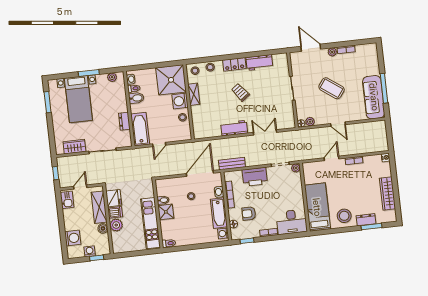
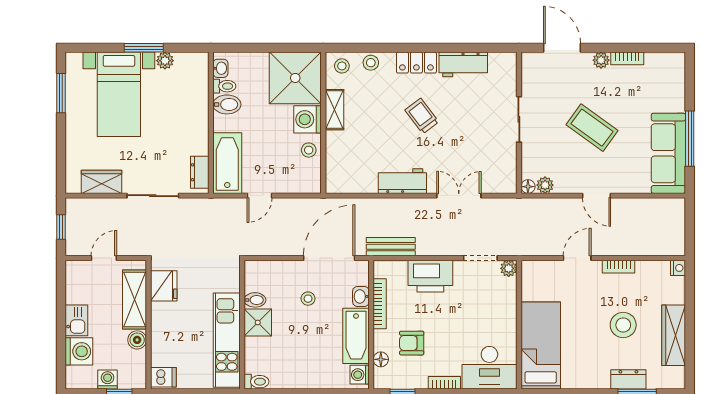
plant: (112, 77) -> (165, 61), moved
dresser: (124, 121) -> (200, 172), moved
kitchen sink: (67, 200) -> (76, 320), moved
dishwasher: (115, 212) -> (163, 377), moved
stool: (344, 216) -> (623, 325), moved
plant: (116, 225) -> (163, 336), removed

